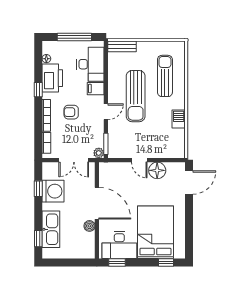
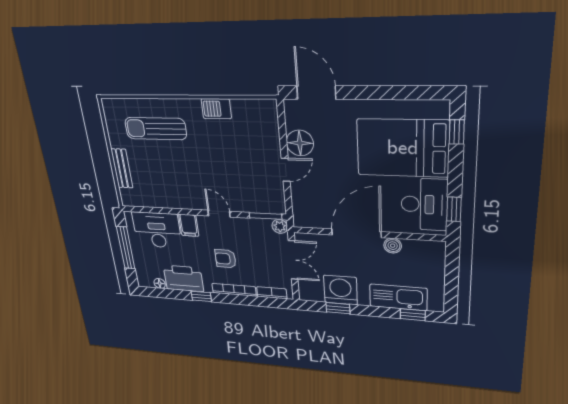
bench: (122, 46) -> (122, 168), moved
sun lounger: (136, 96) -> (191, 172), removed
armchair: (71, 112) -> (226, 259), turned 90

